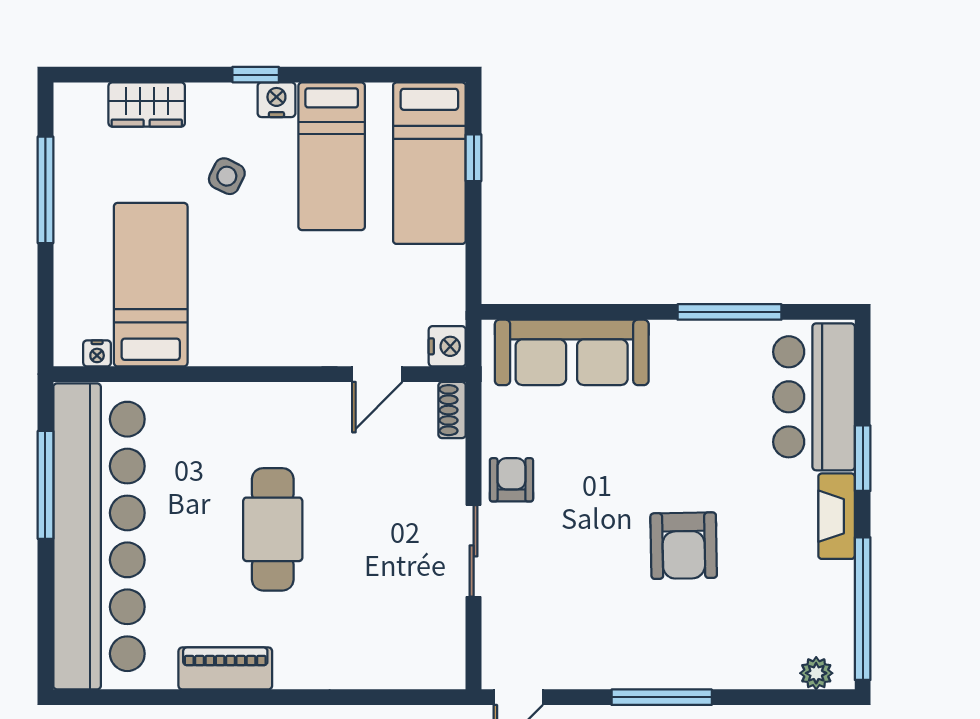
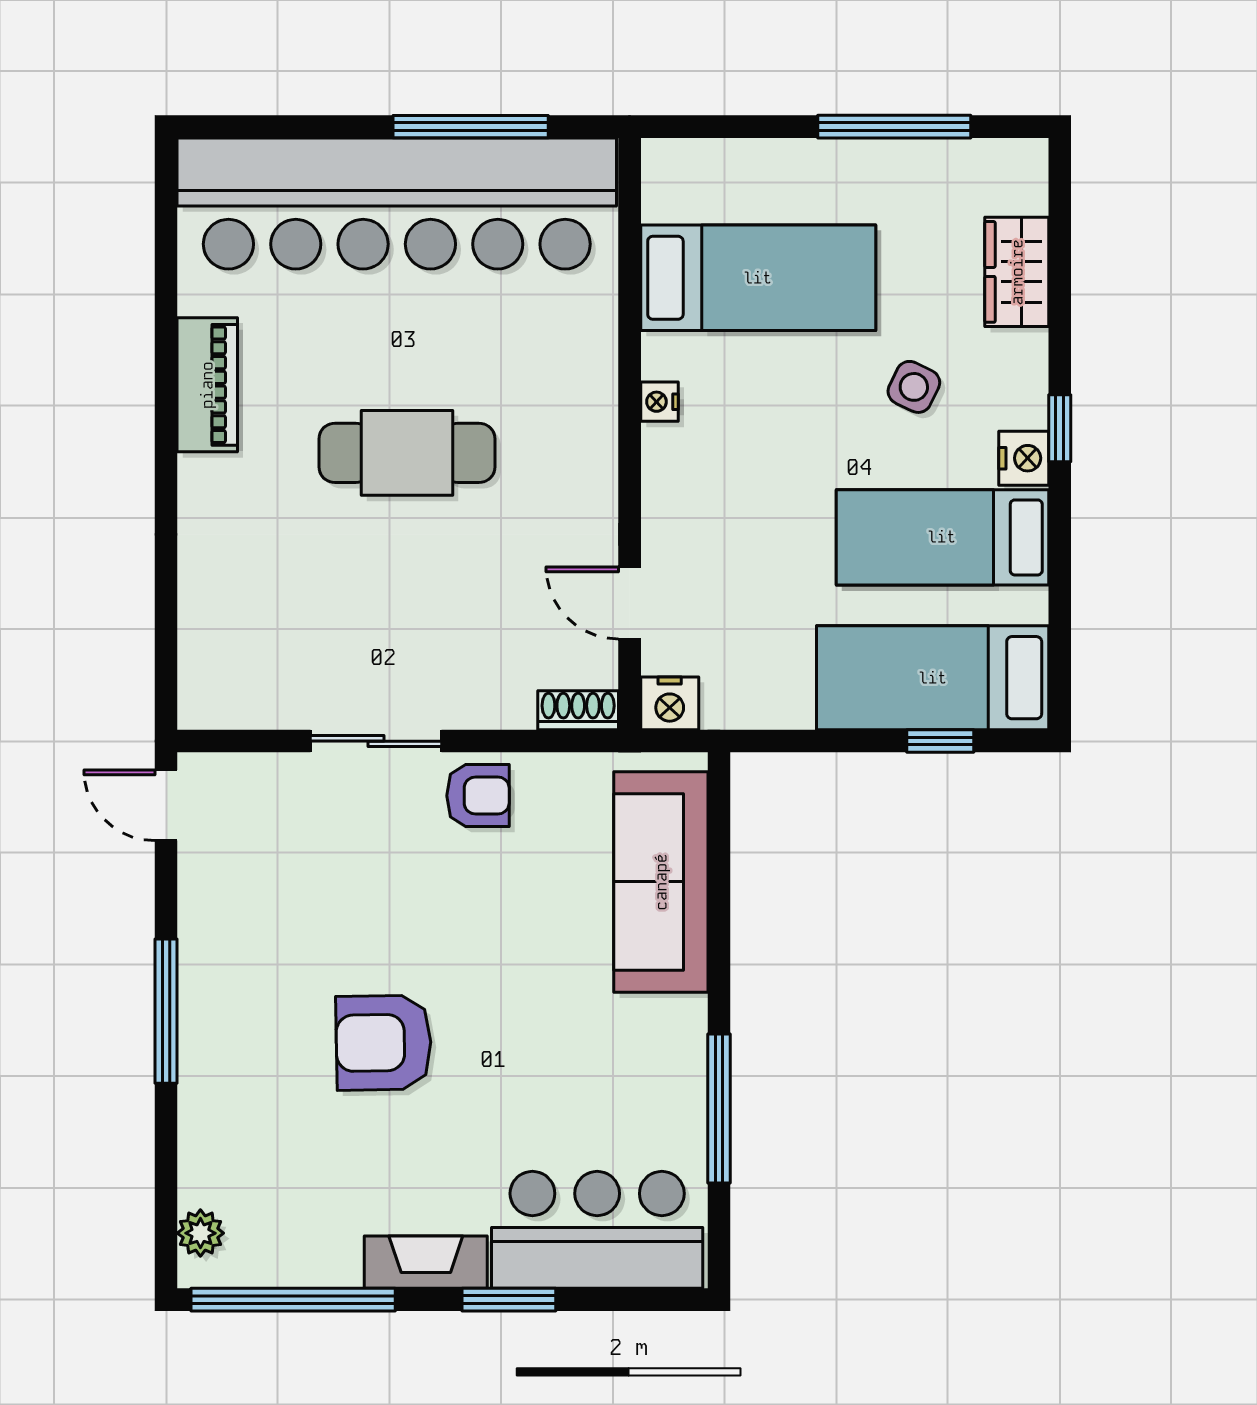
nightstand: (97, 353) -> (659, 402), moved

